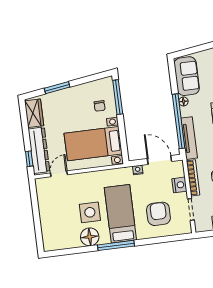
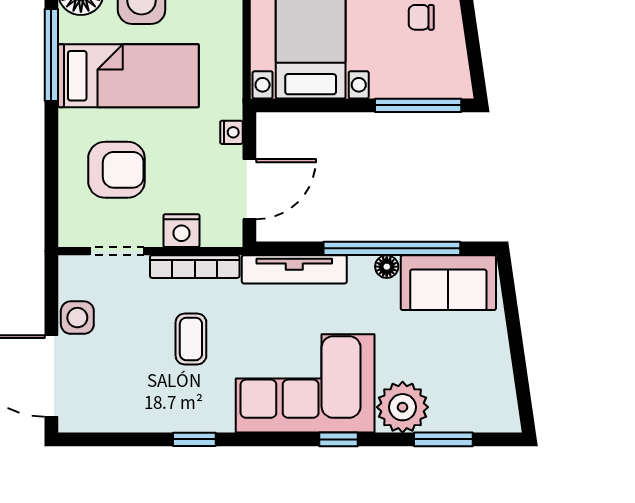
chair: (100, 106) -> (421, 17), moved
window: (179, 121) -> (392, 248), moved

